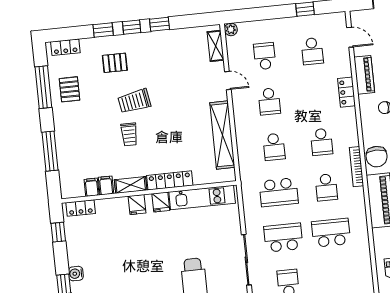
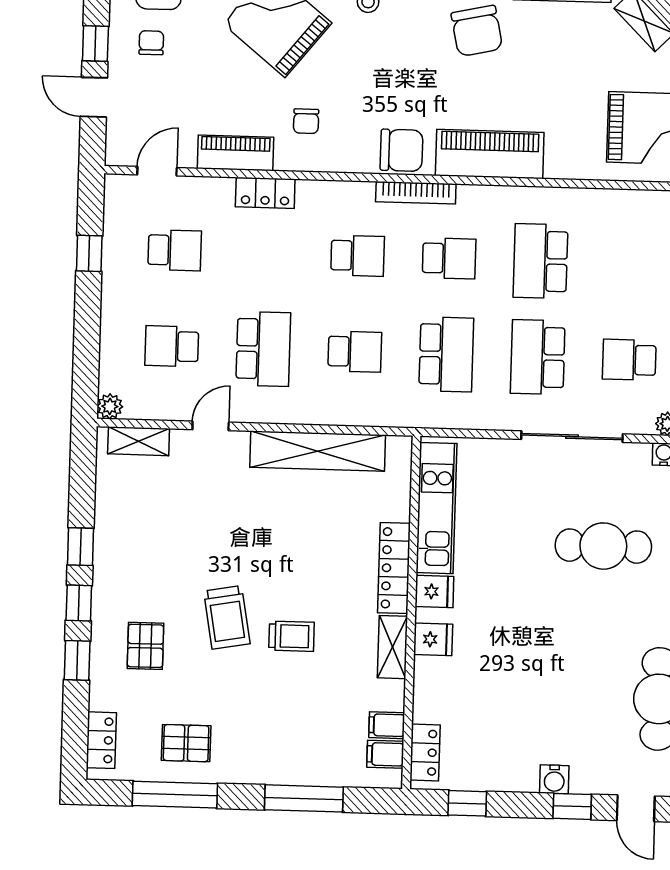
school desk: (269, 101) -> (263, 349), width x1.85
filing cabinet: (106, 185) -> (385, 754), moved

